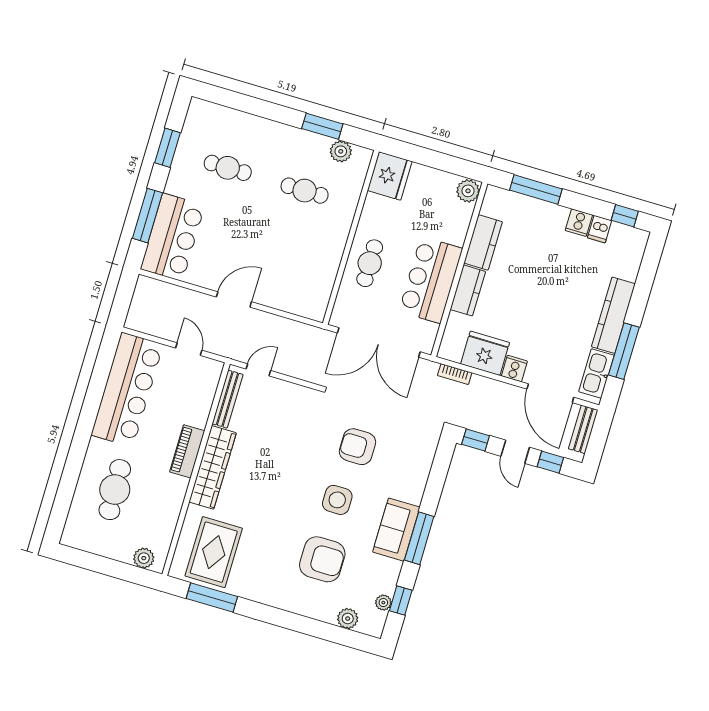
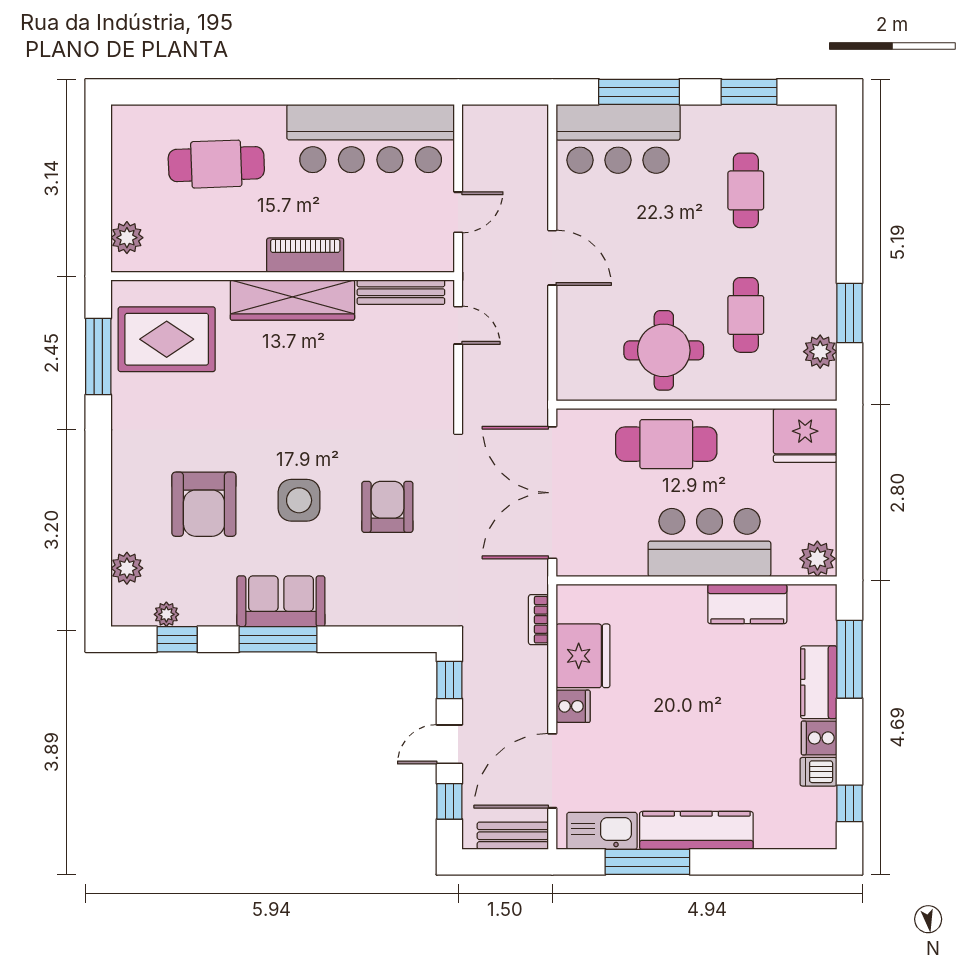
round table: (311, 248) -> (664, 350), added
cafe table: (370, 263) -> (666, 444), width x1.37, depth x1.35
bar counter: (431, 280) -> (709, 543), moved
kitchen counter: (468, 290) -> (819, 682), moved, turned 90

